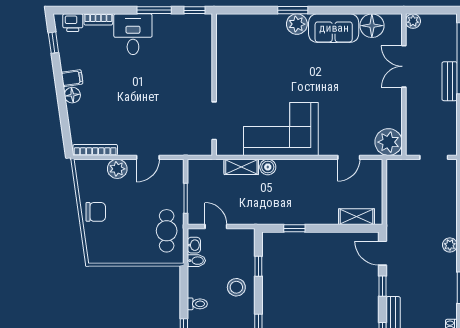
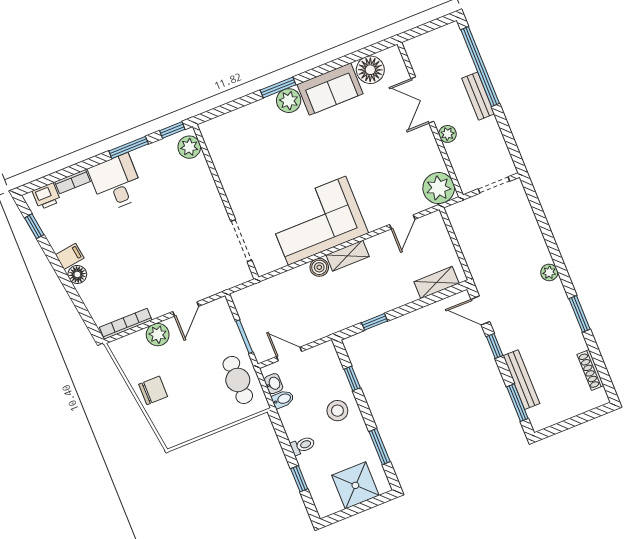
plant: (413, 21) -> (447, 134), moved
plant: (203, 29) -> (189, 147), added
shelving: (241, 167) -> (348, 256), moved

